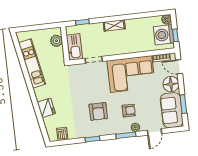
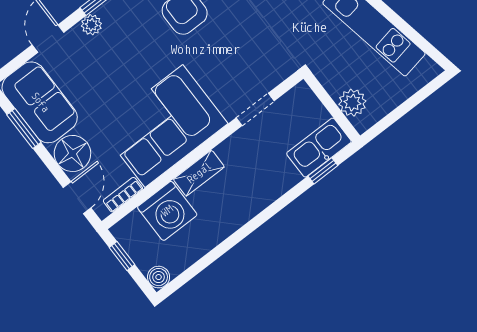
shelving: (114, 25) -> (199, 173), moved
washing machine: (164, 35) -> (167, 211), moved, turned 90
kitchen sink: (74, 47) -> (319, 148), moved, turned 90
door: (179, 67) -> (77, 198), hinge flipped
armchair: (129, 111) -> (125, 50), removed

